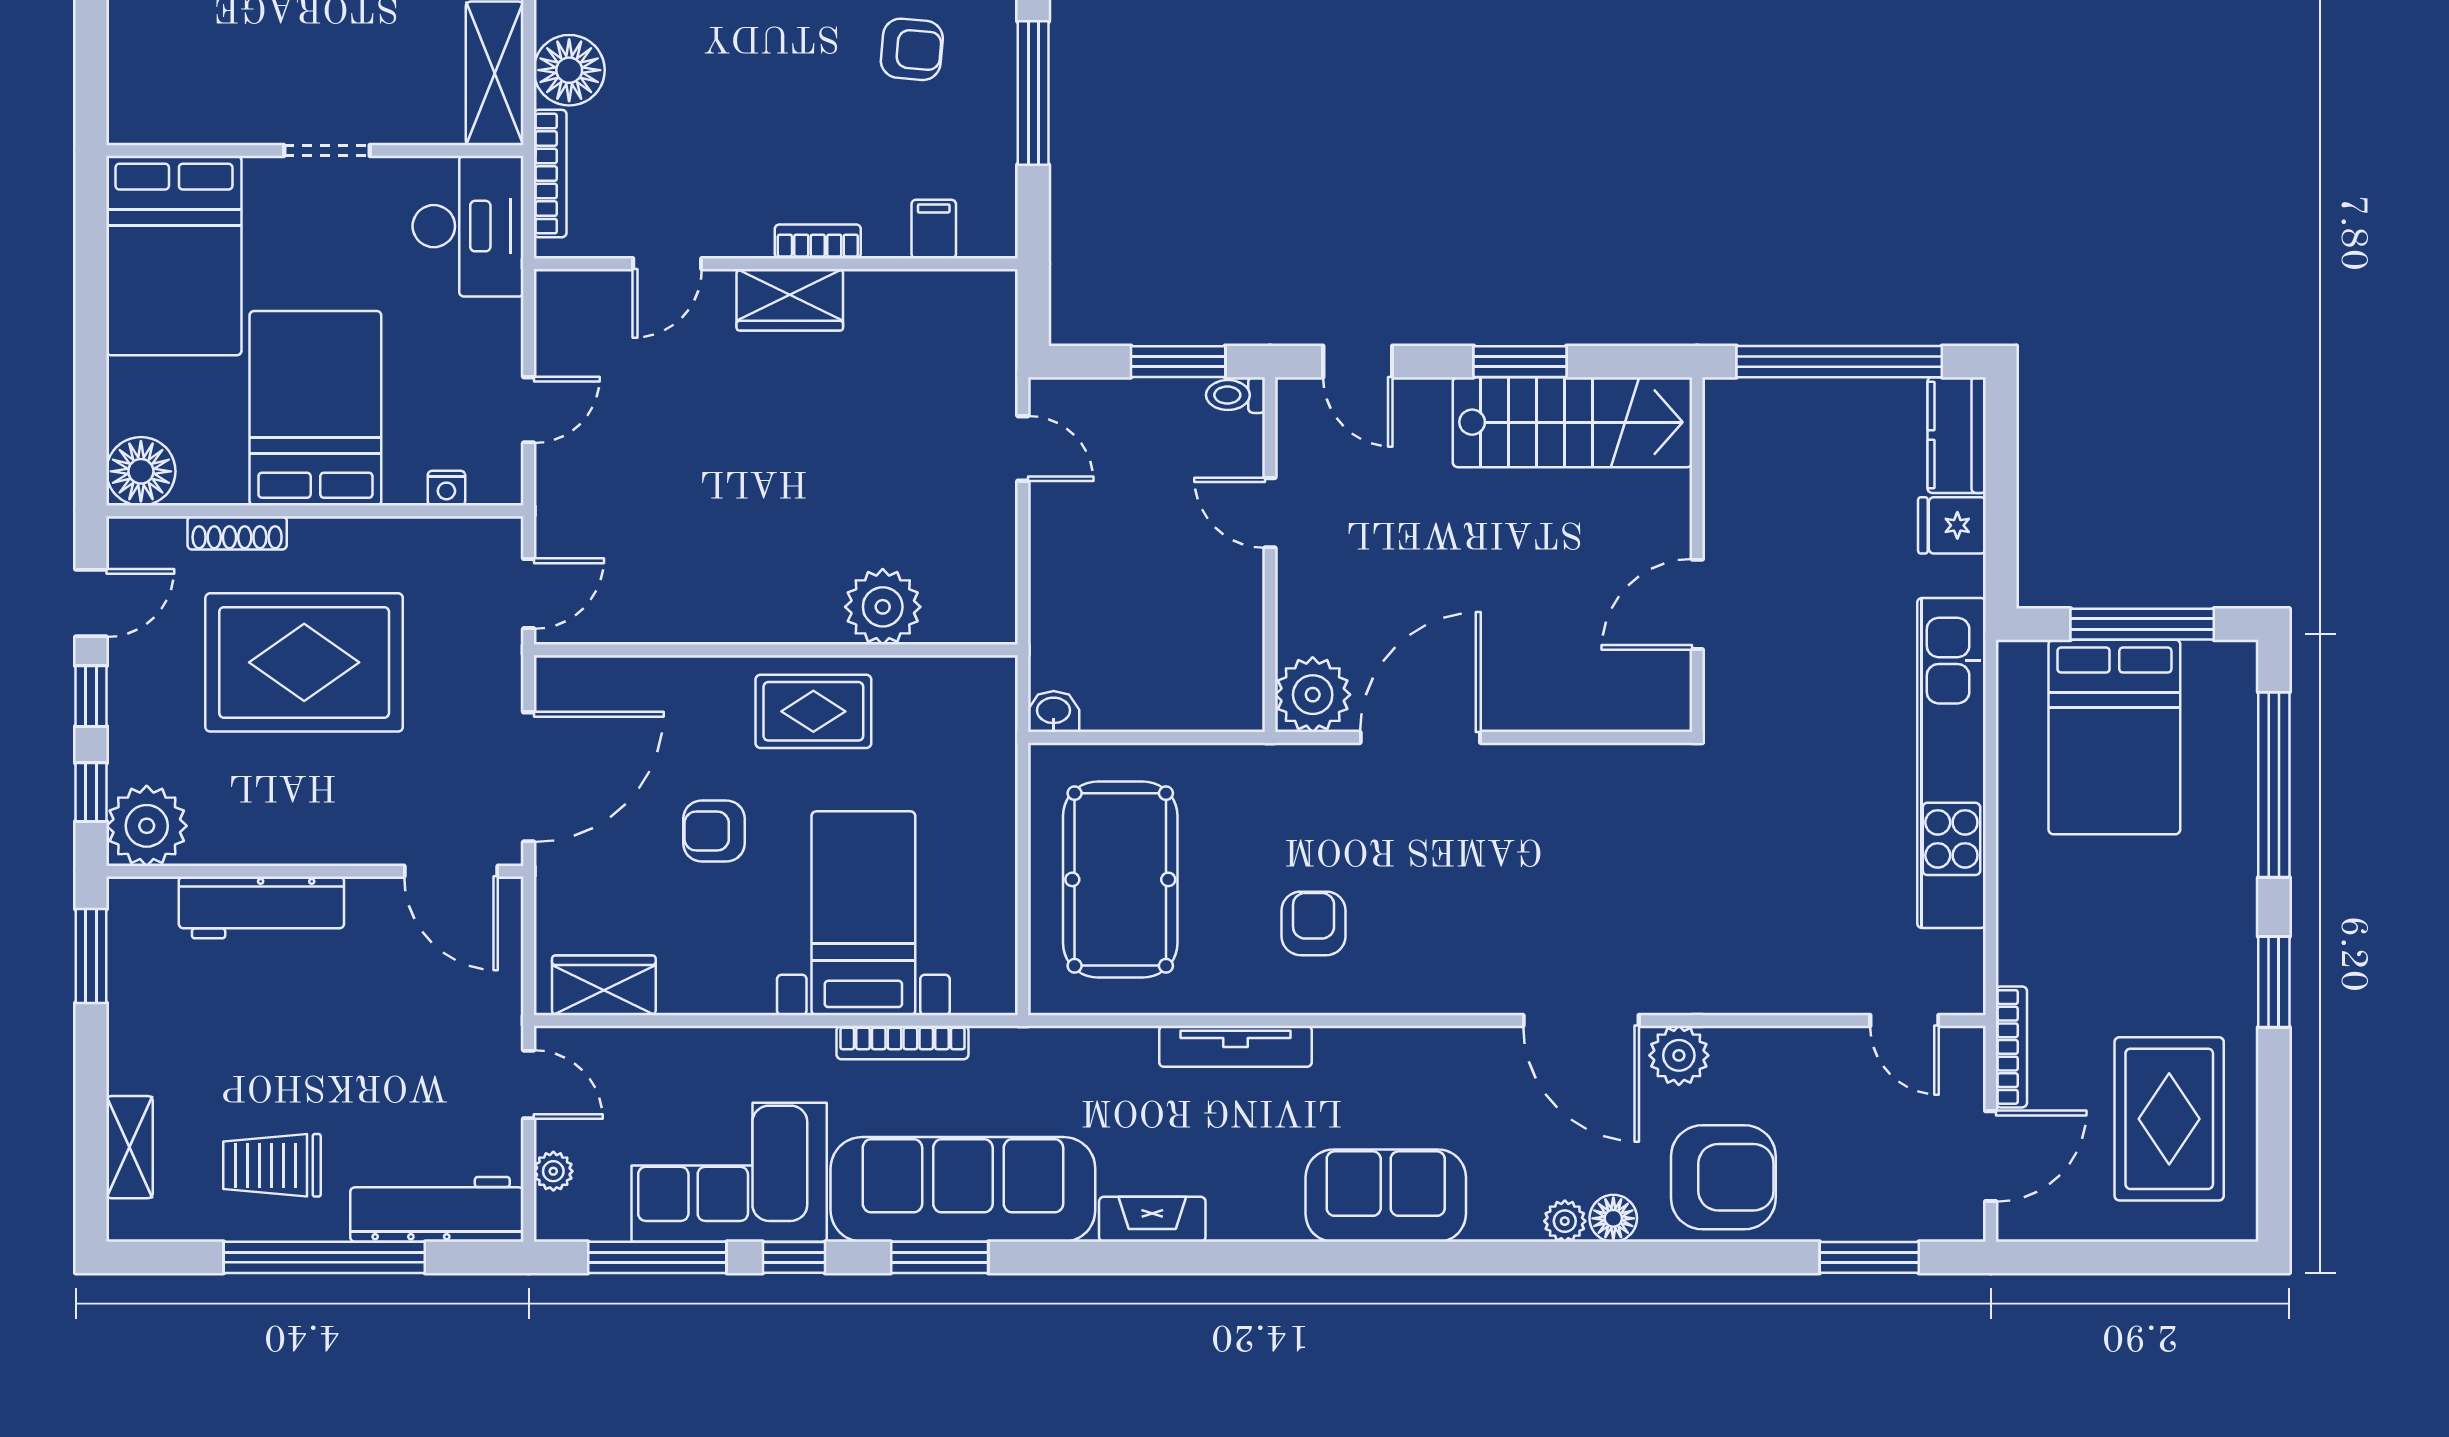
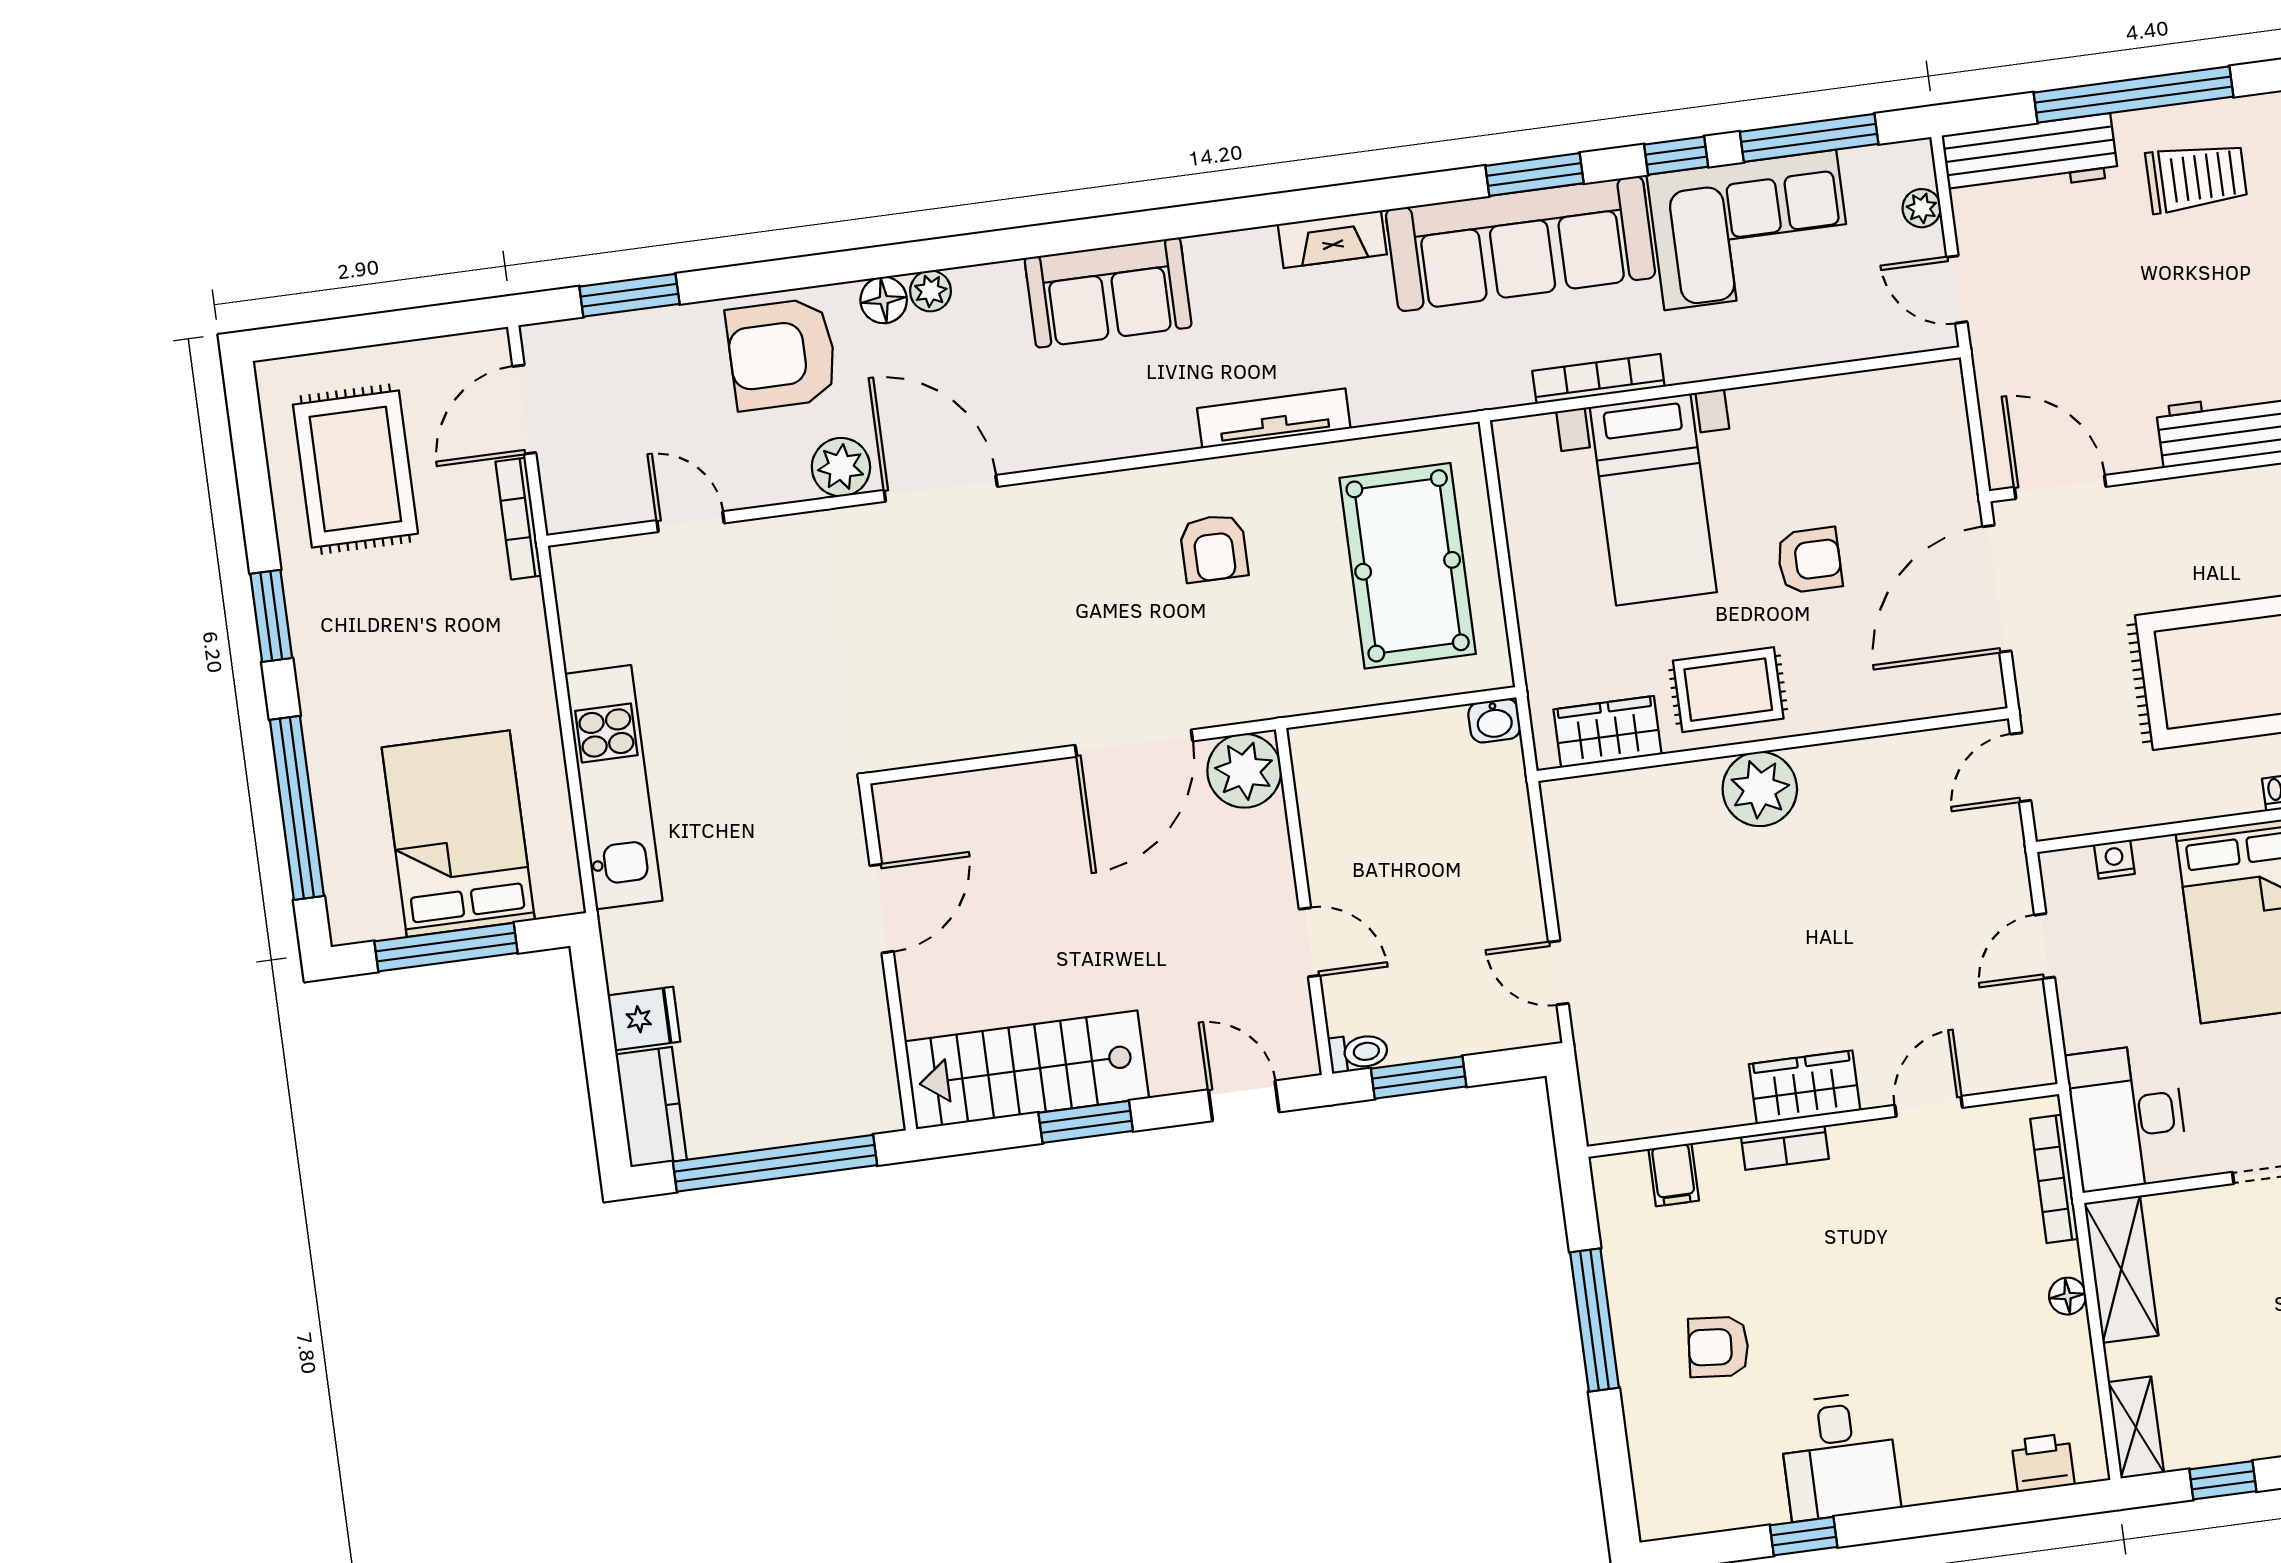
floor lamp: (569, 70) -> (2068, 1296), width x0.53, depth x0.53
plant: (883, 607) -> (1760, 789), moved
kitchen unit: (1951, 763) -> (614, 787), width x0.73
wardrobe: (604, 985) -> (1608, 732), moved, turned 180
door: (1904, 1021) -> (691, 522), moved

